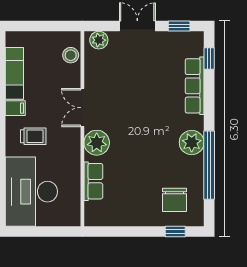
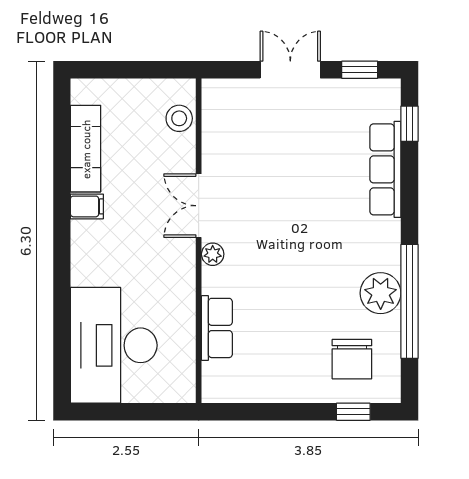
plant: (99, 40) -> (226, 93), removed
trolley: (33, 136) -> (117, 253), removed
plant: (192, 142) -> (381, 293), moved
plant: (97, 143) -> (213, 254), width x0.53, depth x0.53

